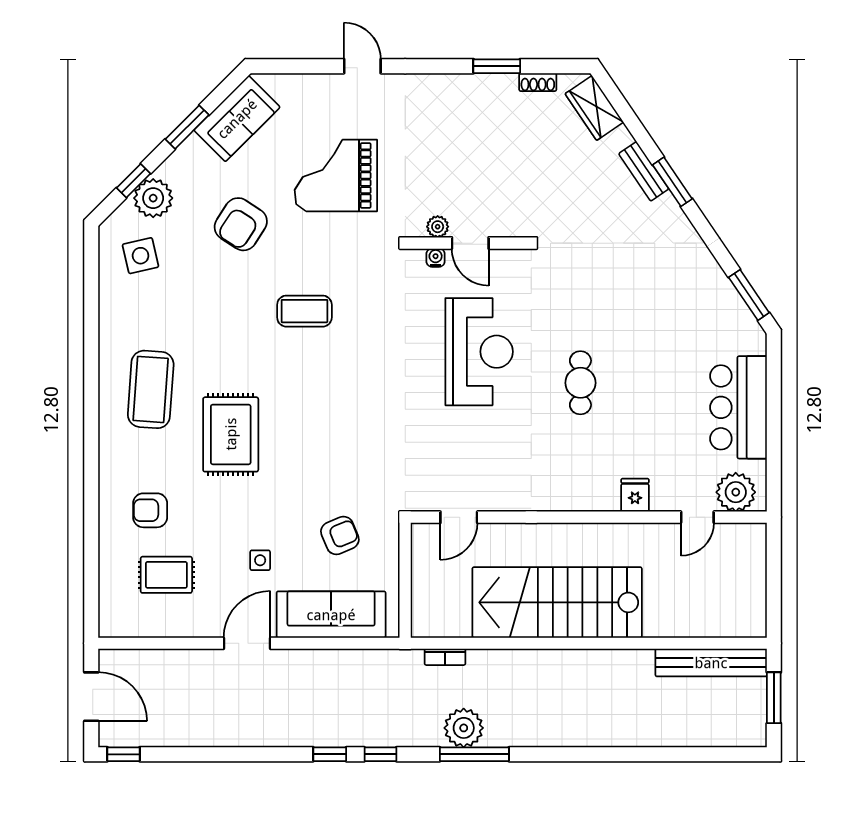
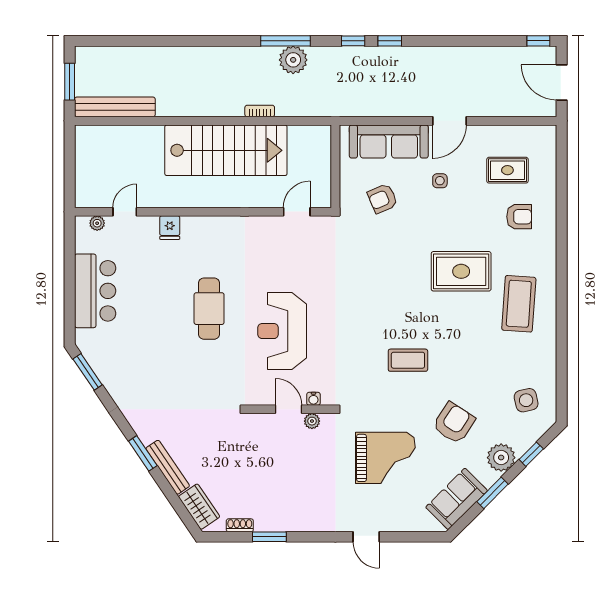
bench: (644, 171) -> (168, 467), width x1.36
plant: (153, 198) -> (501, 458), moved
cafe table: (580, 383) -> (209, 309), width x1.37, depth x1.35
rug: (231, 434) -> (461, 271), turned 90
plant: (736, 492) -> (97, 223), width x0.53, depth x0.53
bookcase: (445, 657) -> (260, 111), moved

